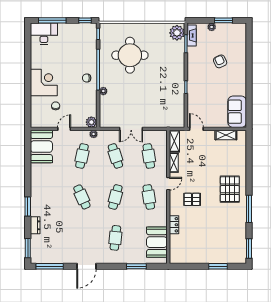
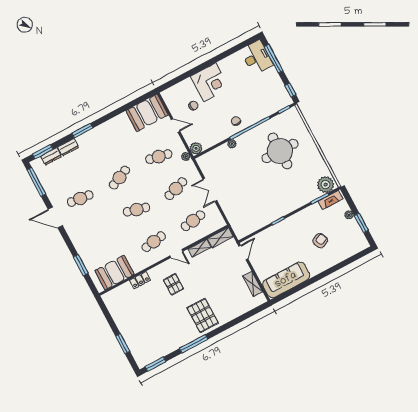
sofa: (237, 112) -> (286, 280), width x1.36
pallet: (230, 189) -> (203, 315), turned 90
cafe table: (115, 238) -> (80, 199), moved
dresser: (35, 243) -> (51, 156), added

